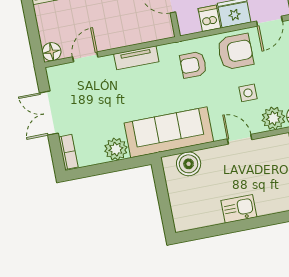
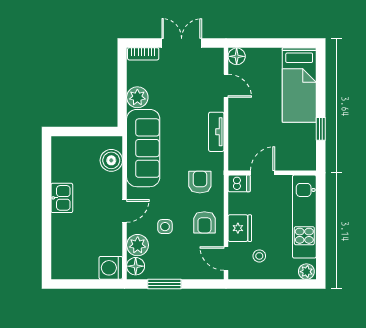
dishwasher: (209, 18) -> (239, 183), moved
armchair: (235, 52) -> (204, 222), width x0.72, depth x0.72

